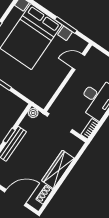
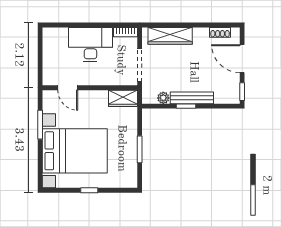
wardrobe: (45, 95) -> (123, 98), added
plant: (33, 113) -> (163, 98), moved
wardrobe: (58, 170) -> (170, 36), moved

